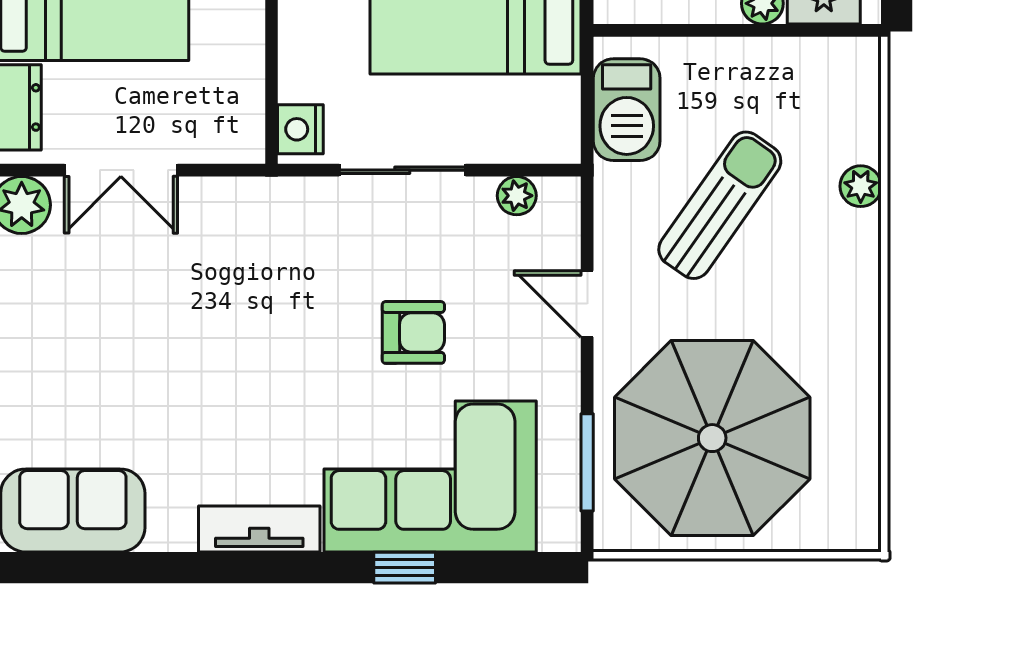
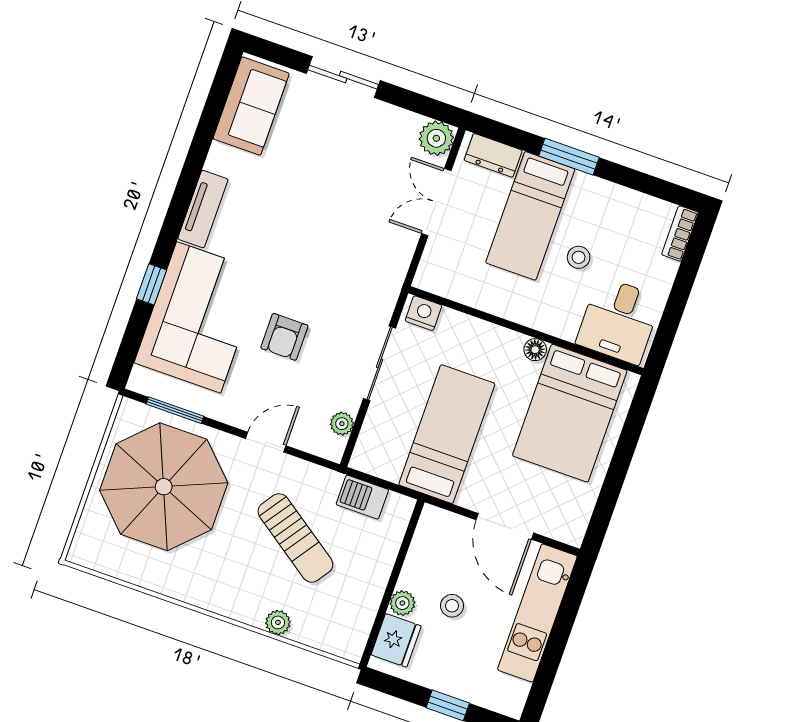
barbecue: (627, 110) -> (362, 497), width x0.73, depth x0.79

